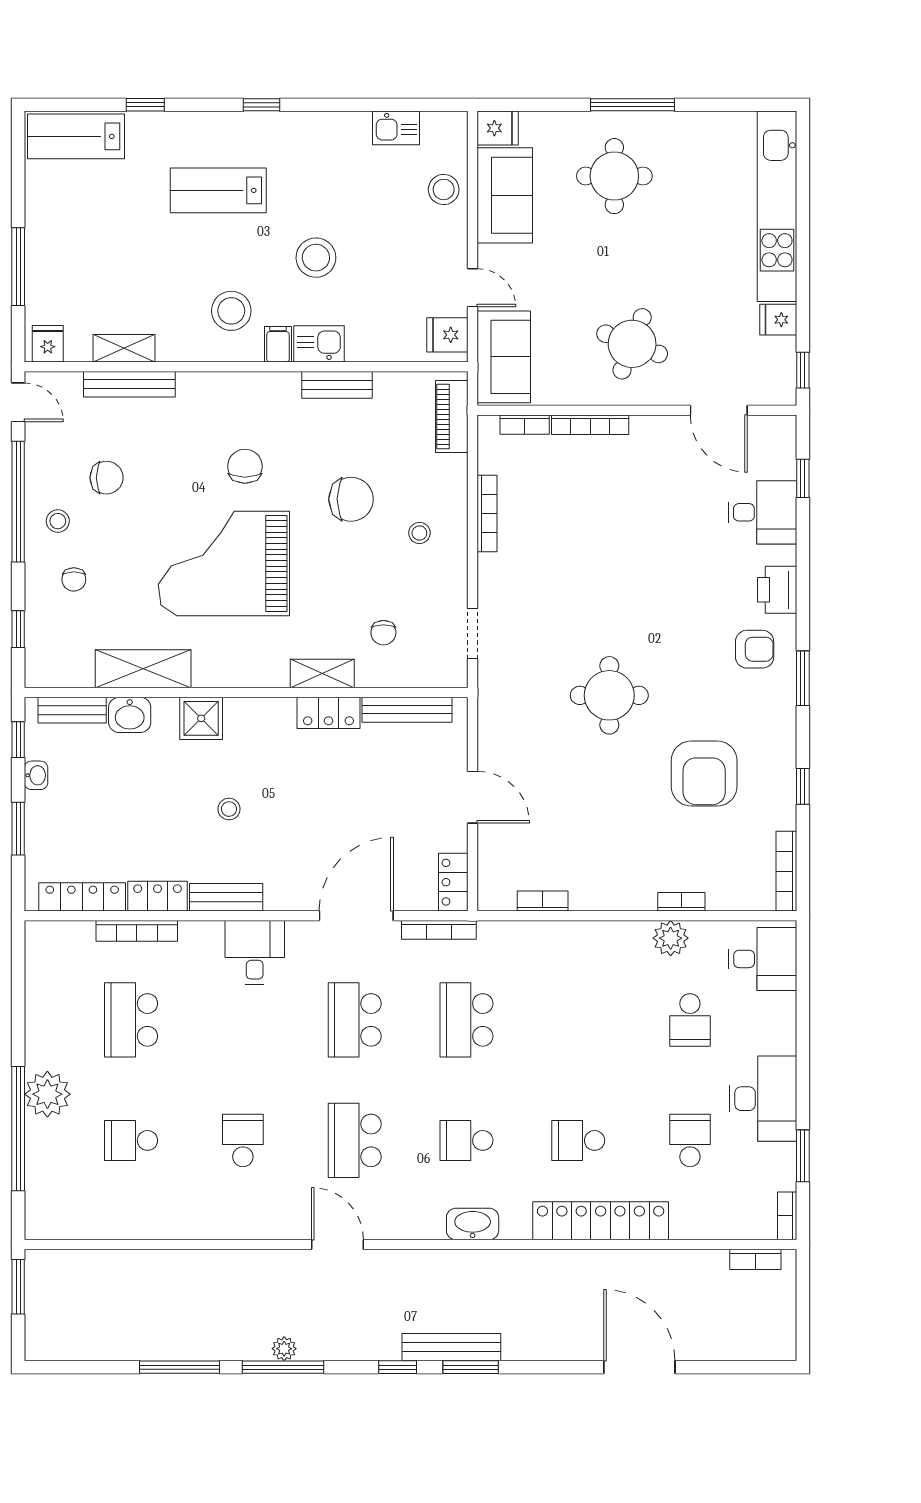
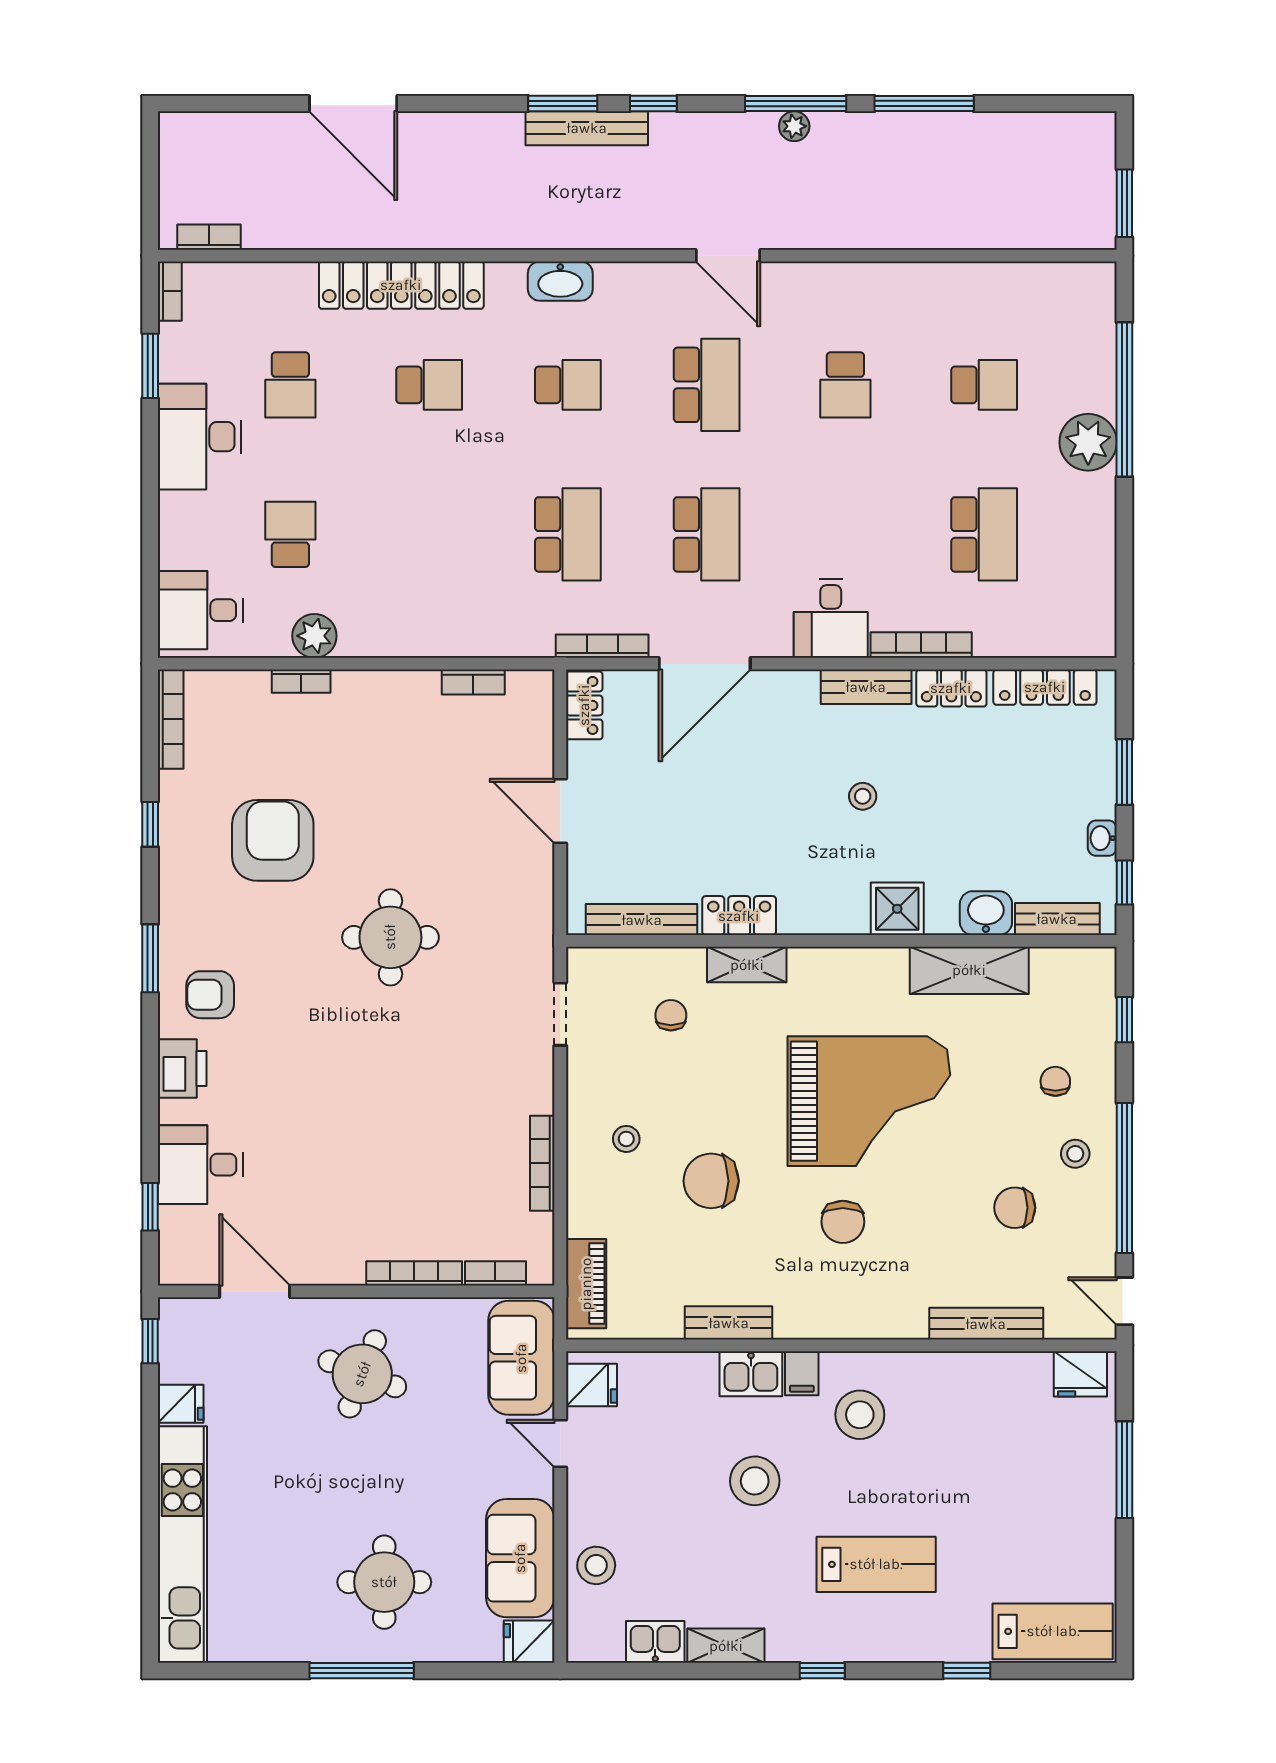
fridge: (48, 344) -> (1080, 1374), width x1.38
shelving: (124, 348) -> (726, 1646), moved
bookcase: (137, 931) -> (921, 645), moved

